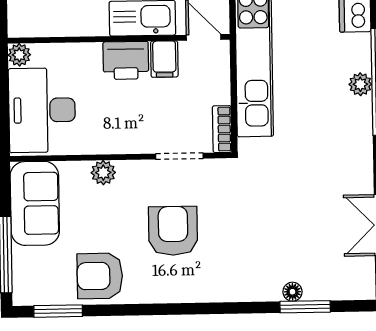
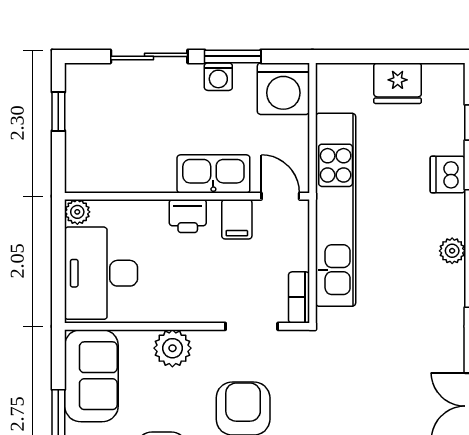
printer: (126, 60) -> (188, 216), width x0.73, depth x0.81
plant: (103, 173) -> (172, 348), width x1.38, depth x1.38

